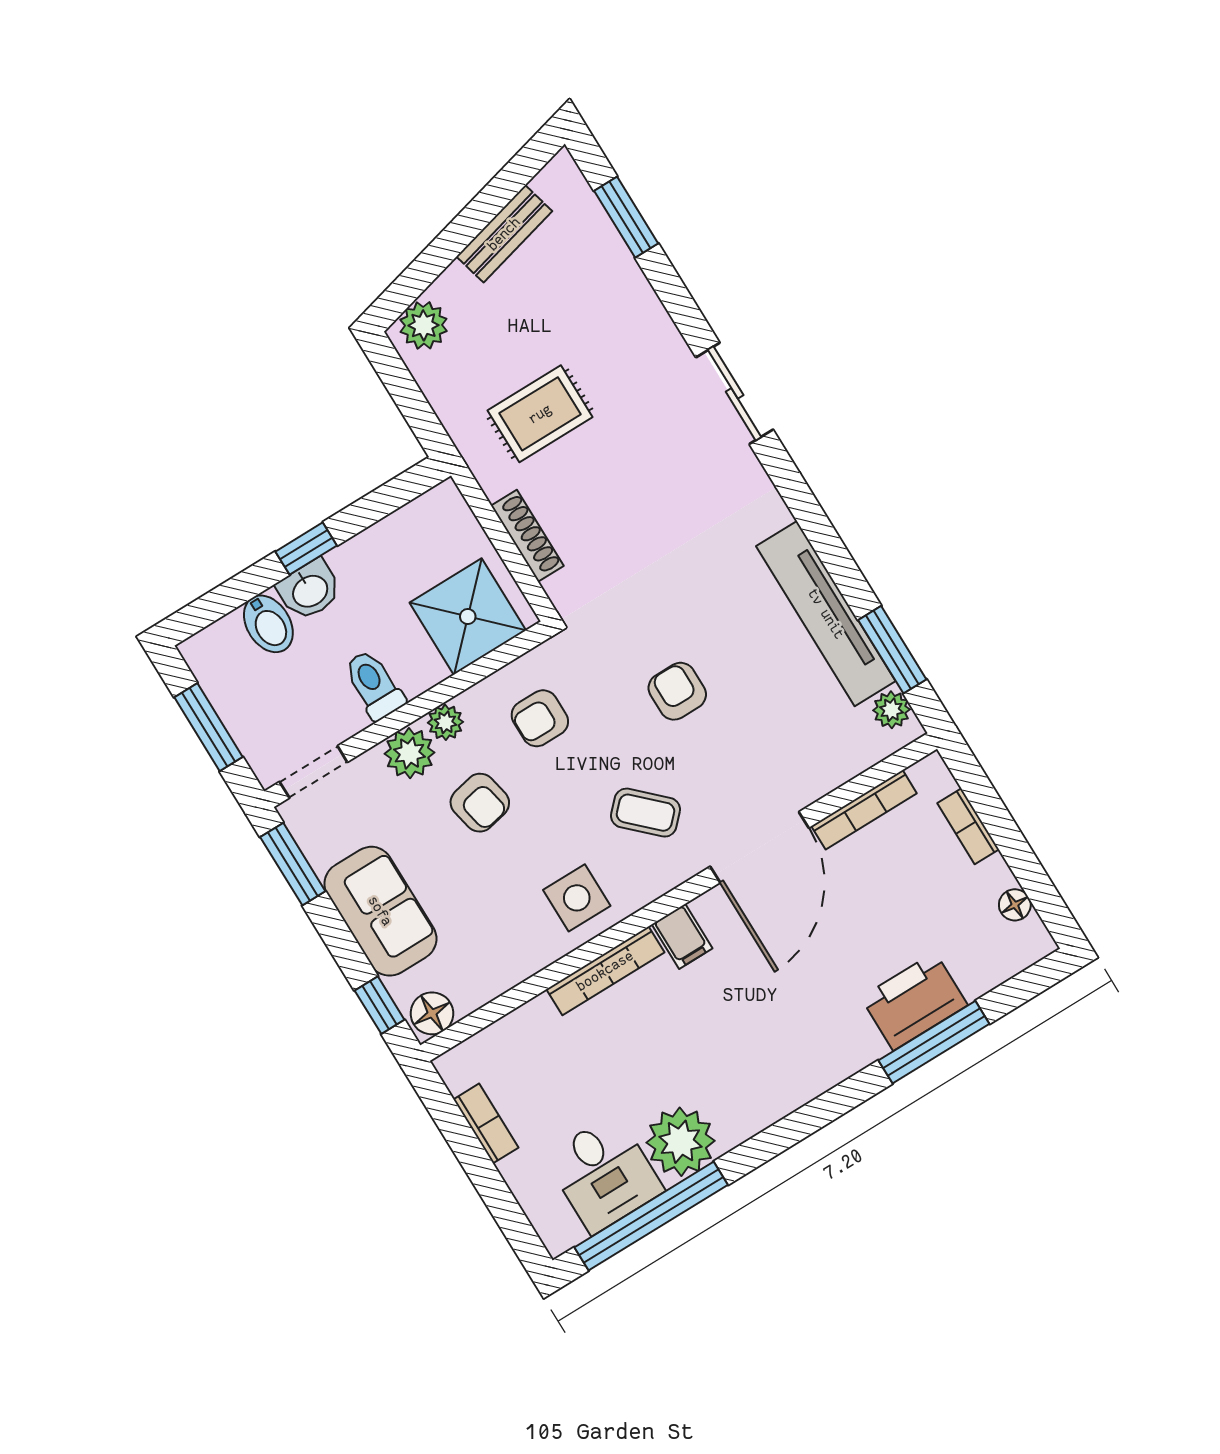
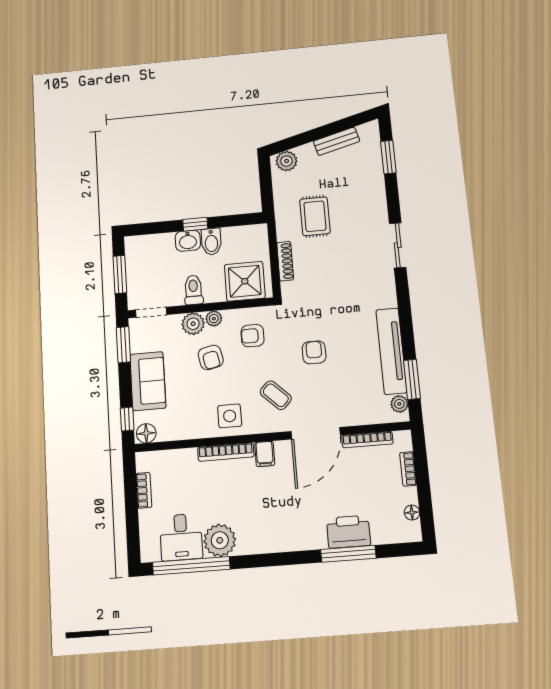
rug: (540, 414) -> (315, 216), turned 90
bidet: (268, 624) -> (211, 242), moved

